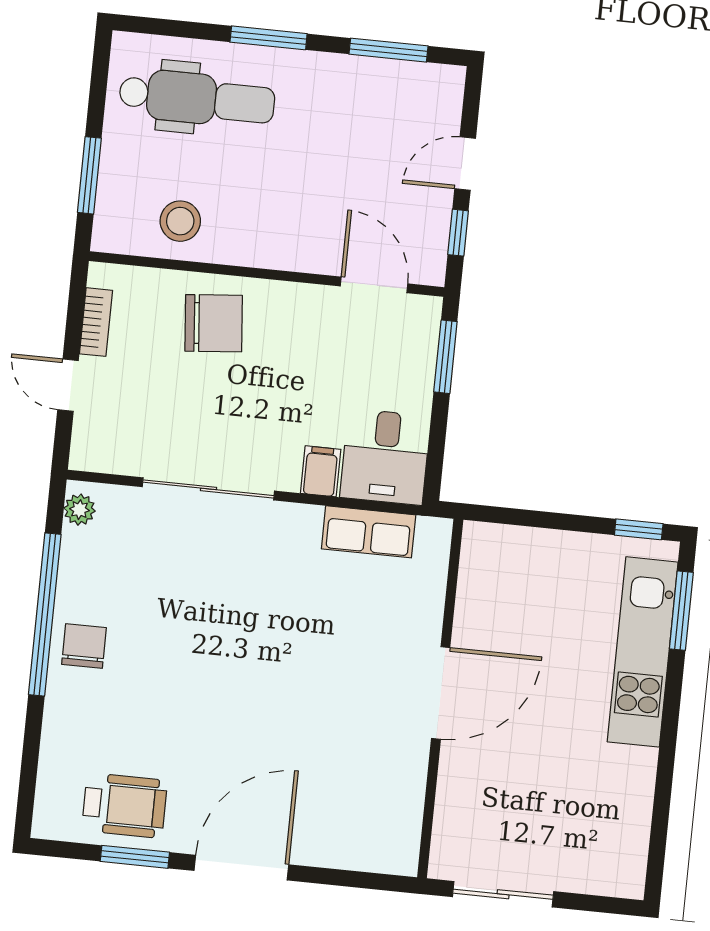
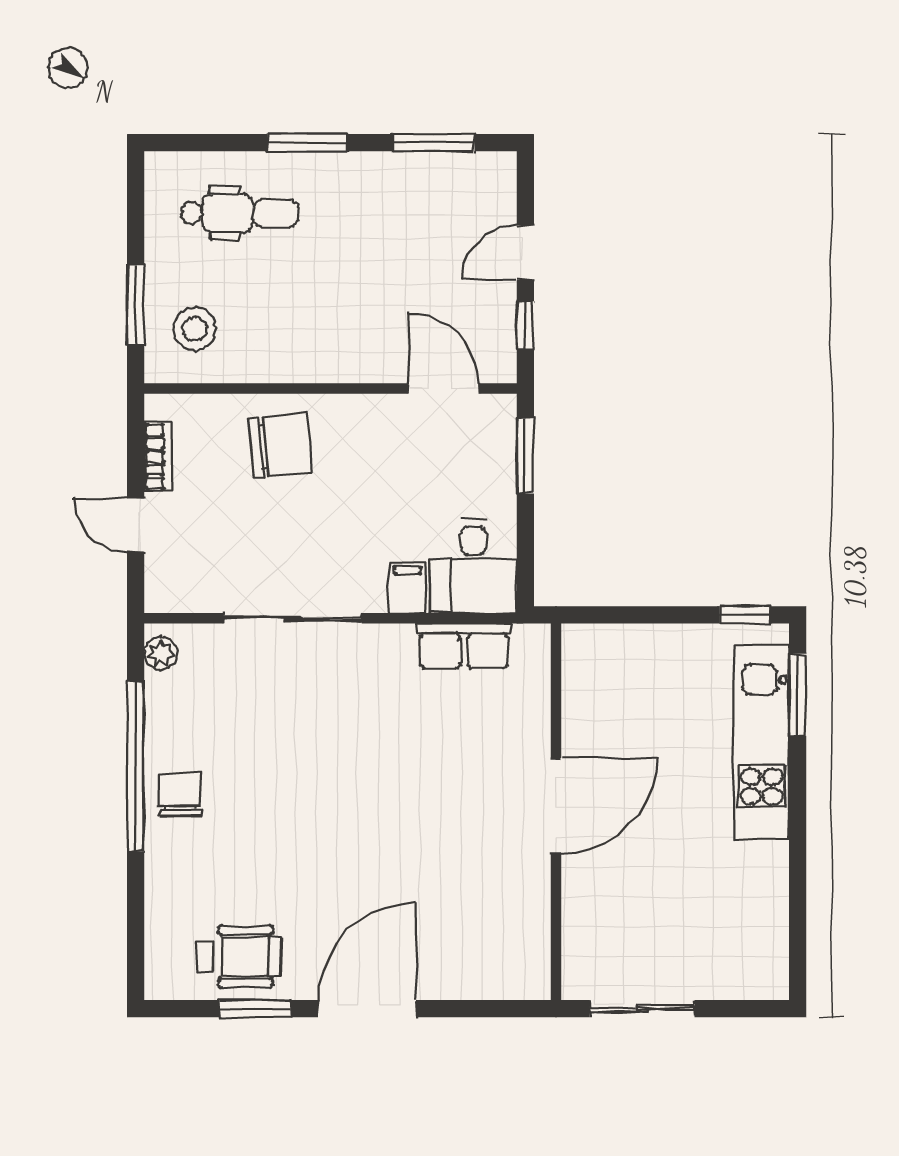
dental chair: (197, 99) -> (239, 213), width x0.73, depth x0.72
stool: (180, 221) -> (195, 329), moved

